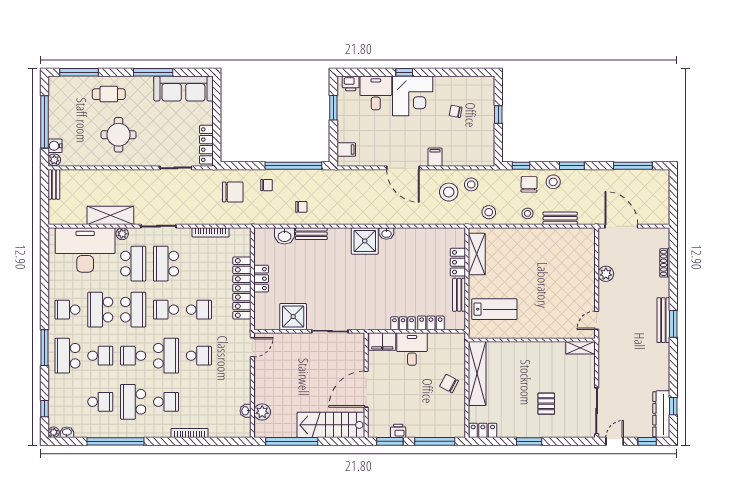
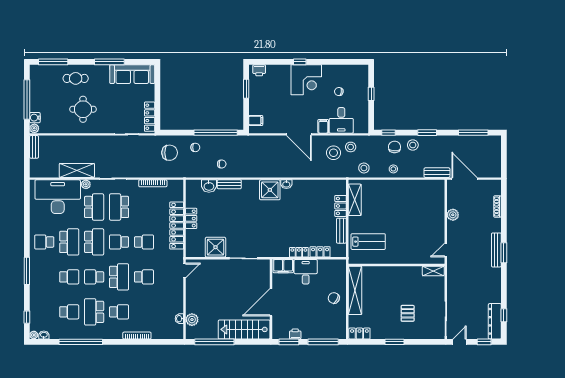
desk: (376, 93) -> (341, 120), moved, turned 180
bench: (560, 218) -> (437, 173), moved
school desk: (100, 310) -> (69, 242), turned 180
school desk: (67, 356) -> (44, 277), removed

